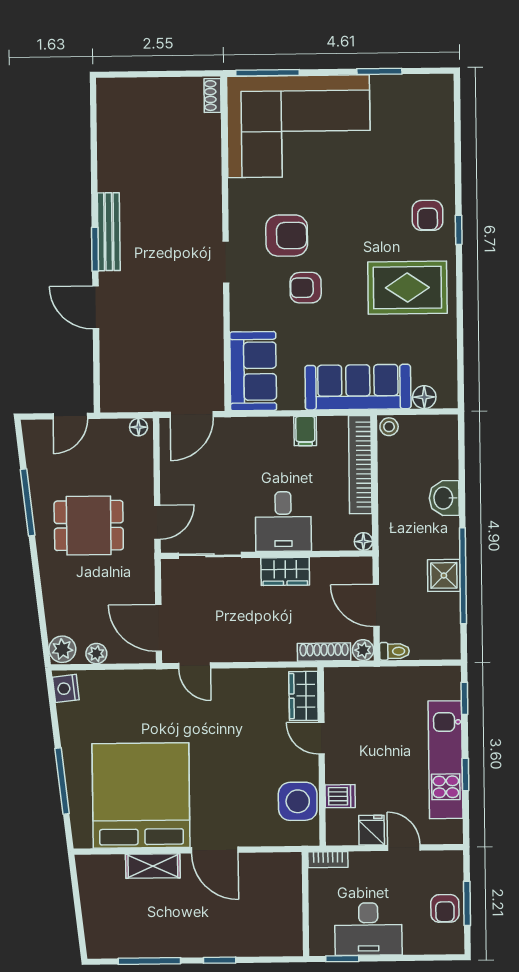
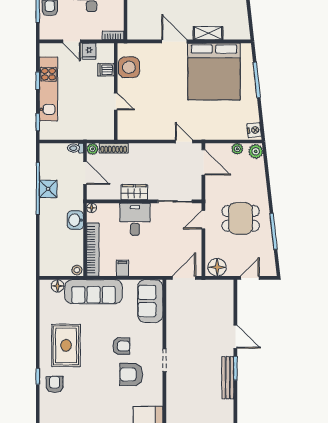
rug: (407, 288) -> (66, 345), turned 90
floor lamp: (139, 427) -> (217, 267), width x1.89, depth x1.89
washbasin: (444, 498) -> (75, 220), moved, turned 180
wardrobe: (304, 696) -> (125, 124), removed

